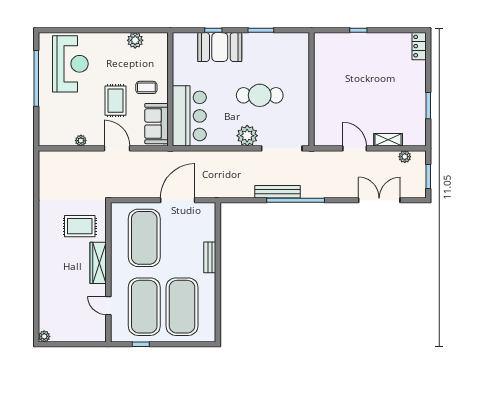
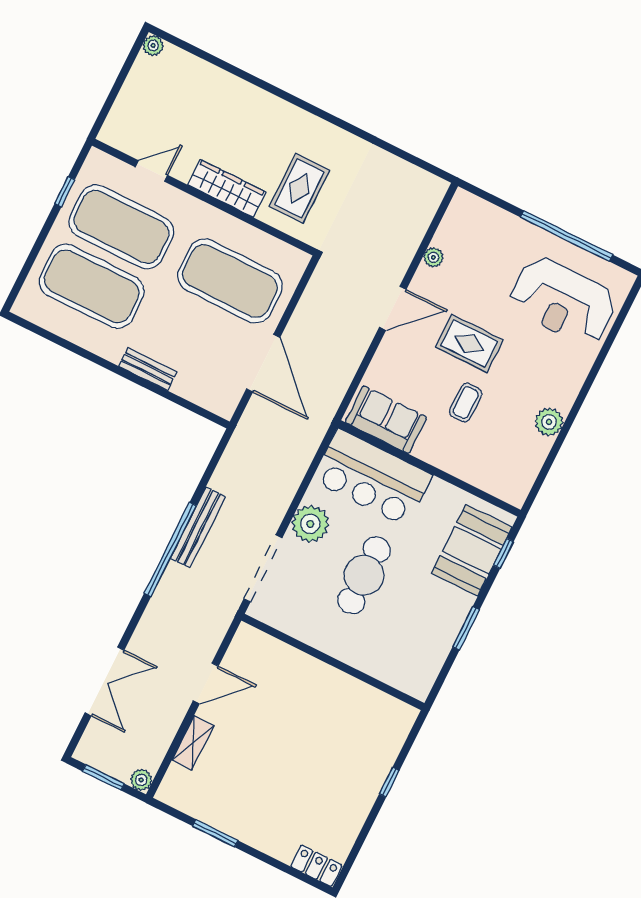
wall: (170, 89) -> (429, 469), moved
bar counter: (189, 116) -> (372, 478), moved
sofa: (156, 124) -> (386, 420), moved
plant: (405, 157) -> (141, 780), moved

